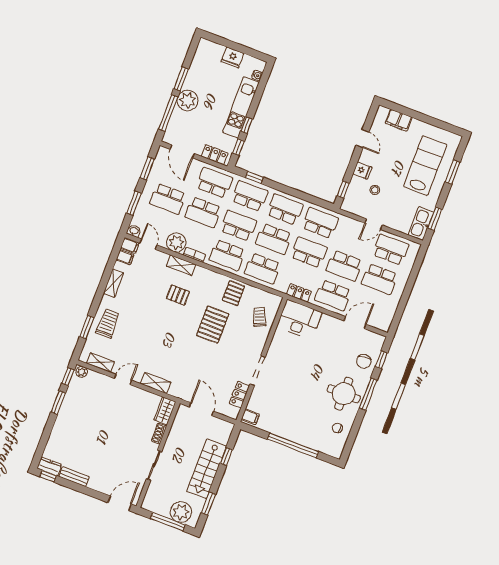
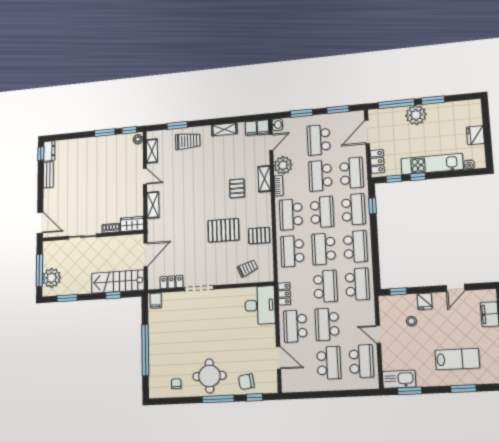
lab bench: (425, 166) -> (457, 359), width x0.73, depth x0.72
school desk: (380, 279) -> (329, 363), turned 180
stairs: (207, 469) -> (118, 282), moved

